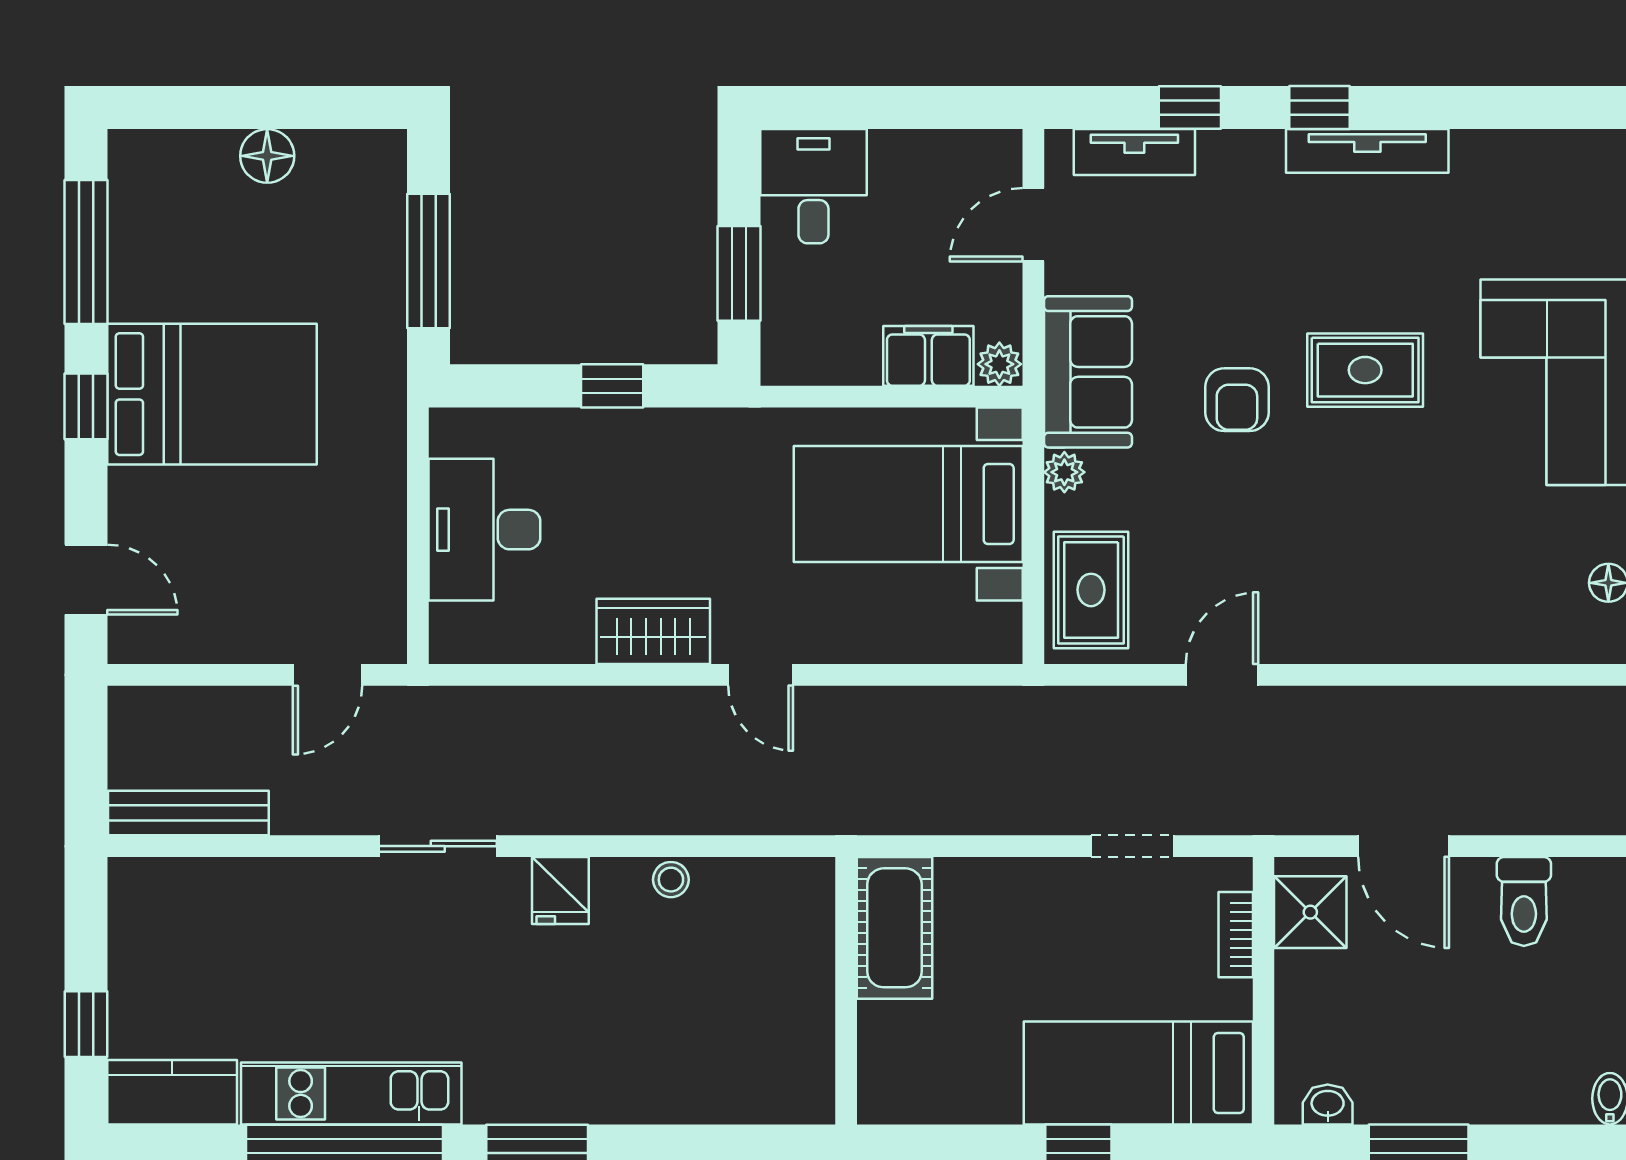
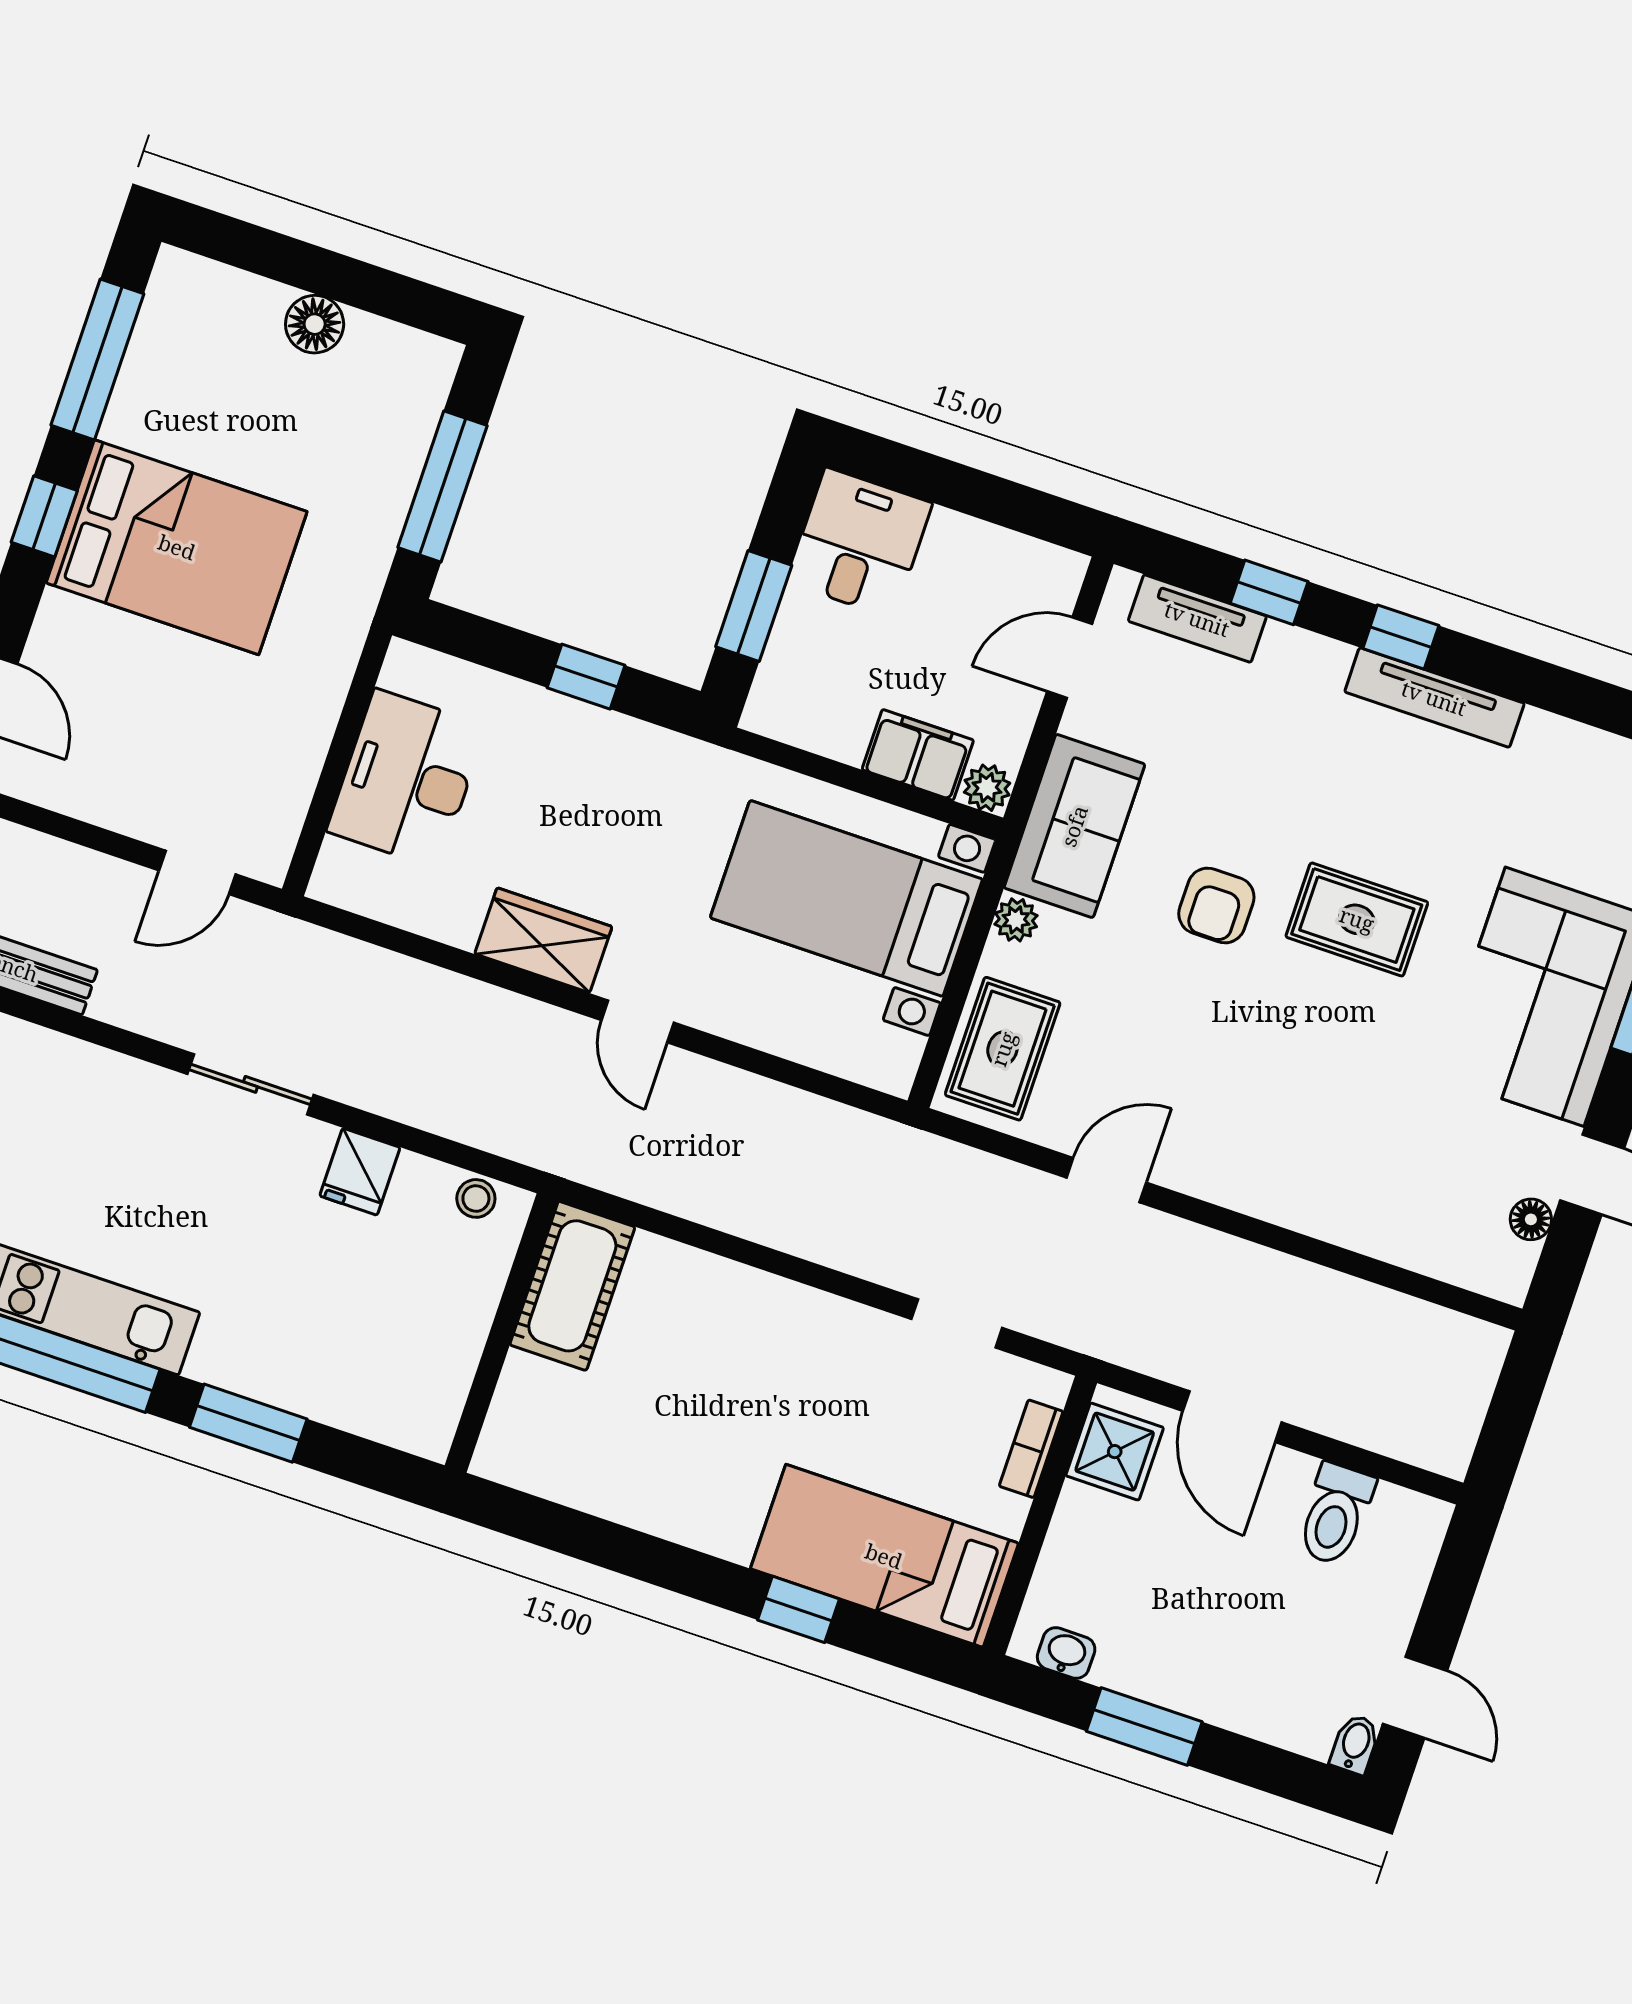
cot: (894, 928) -> (572, 1286), moved
wall: (846, 991) -> (501, 1333), moved

